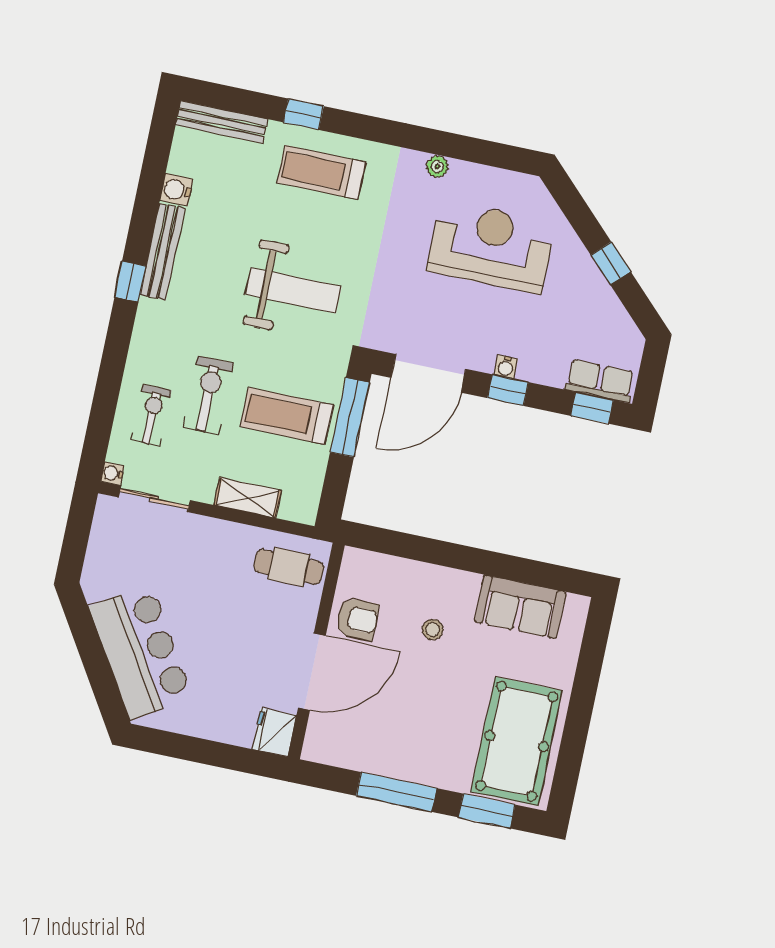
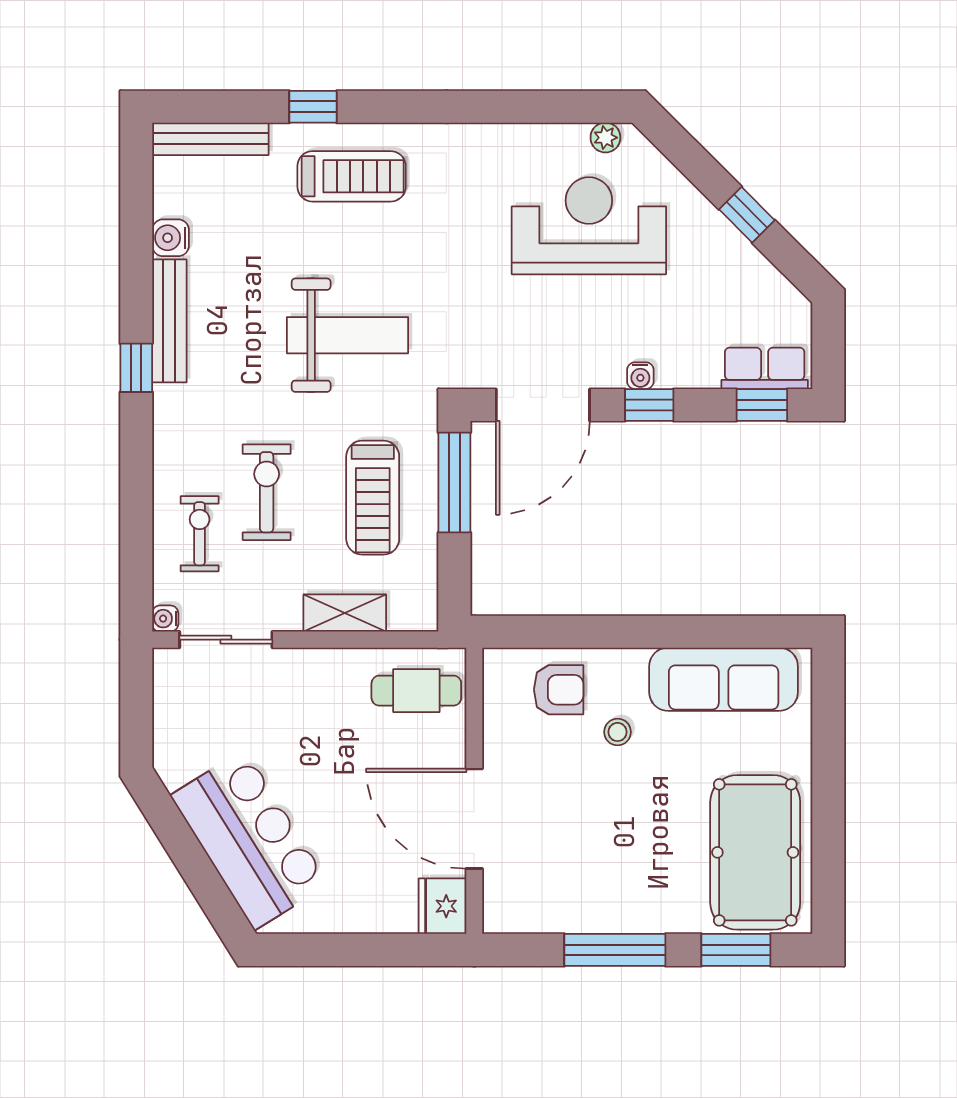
plant: (437, 166) -> (605, 138), moved
treadmill: (321, 172) -> (352, 176), turned 180
treadmill: (287, 416) -> (373, 498), turned -90
sofa: (520, 607) -> (724, 679), width x1.36
armchair: (357, 619) -> (559, 690), moved
door: (312, 672) -> (474, 819), swing flipped

